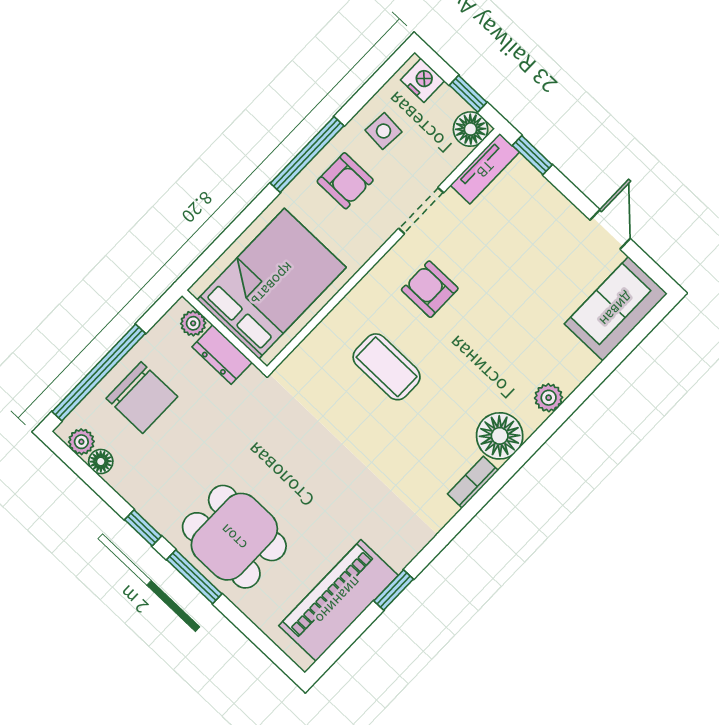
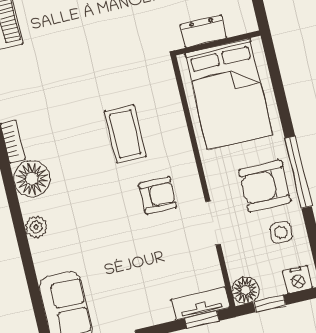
tv unit: (485, 169) -> (200, 304), moved, turned 90
armchair: (345, 181) -> (265, 186), width x1.38, depth x1.38
plant: (193, 323) -> (236, 26), removed
coffee table: (387, 367) -> (125, 134), turned 90

